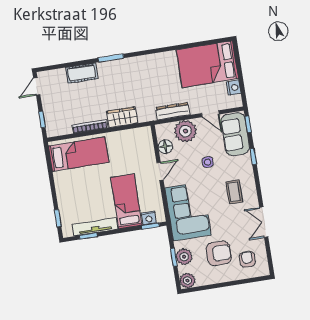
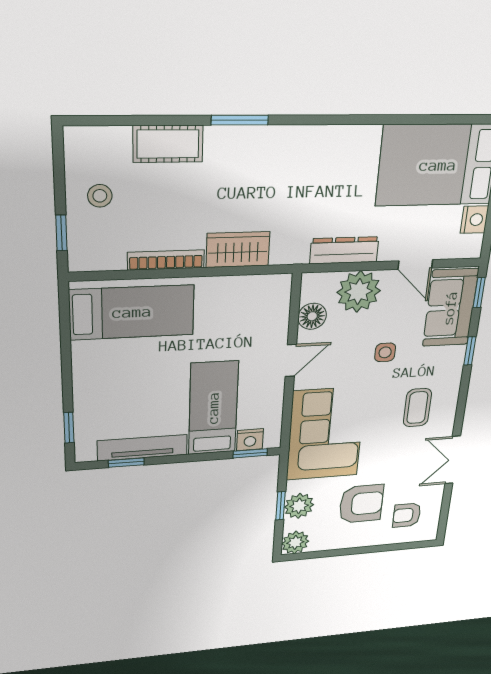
door: (37, 86) -> (58, 159), removed
stool: (56, 100) -> (100, 196), added
armchair: (247, 259) -> (407, 515), turned -90

